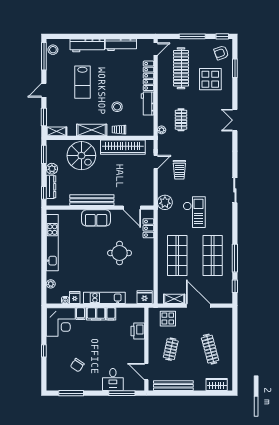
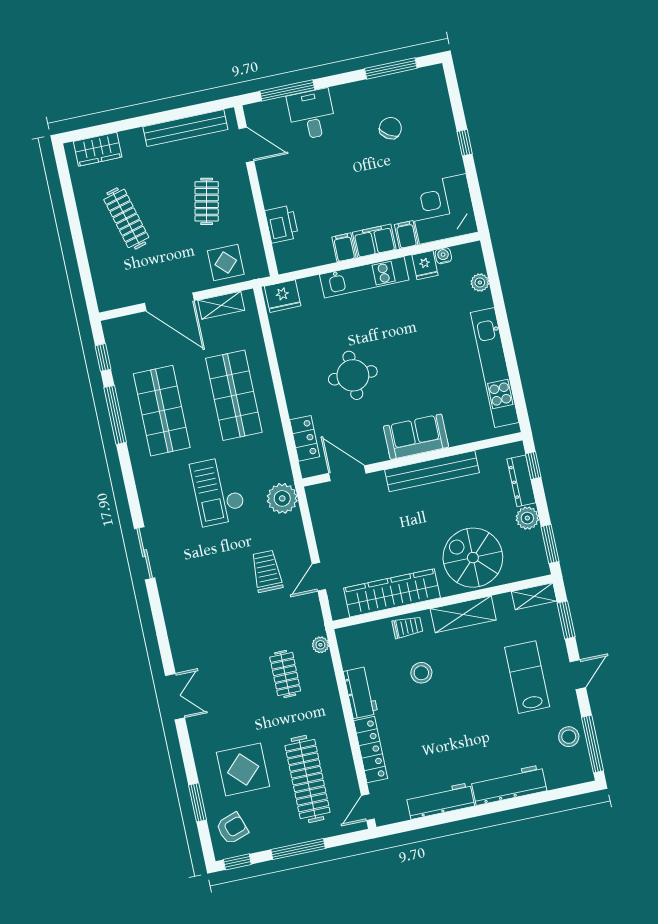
stool: (53, 50) -> (569, 737), moved
lab bench: (82, 82) -> (527, 677), moved

